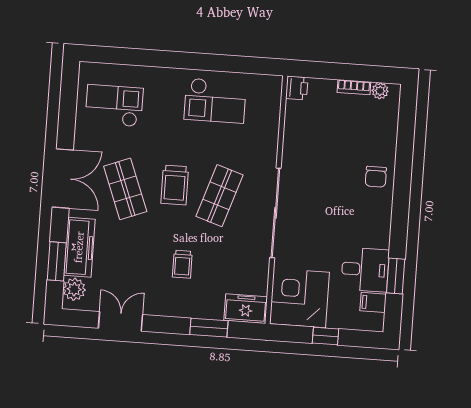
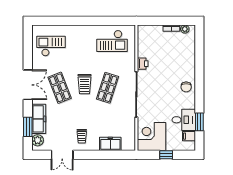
printer: (297, 88) -> (143, 64), moved
checkout: (215, 101) -> (112, 41), moved
chair: (376, 177) -> (186, 87), moved
trolley: (182, 264) -> (82, 136), moved
freezer: (246, 309) -> (110, 144), moved
double door: (120, 321) -> (62, 155), swing flipped
window: (209, 328) -> (107, 155), removed

